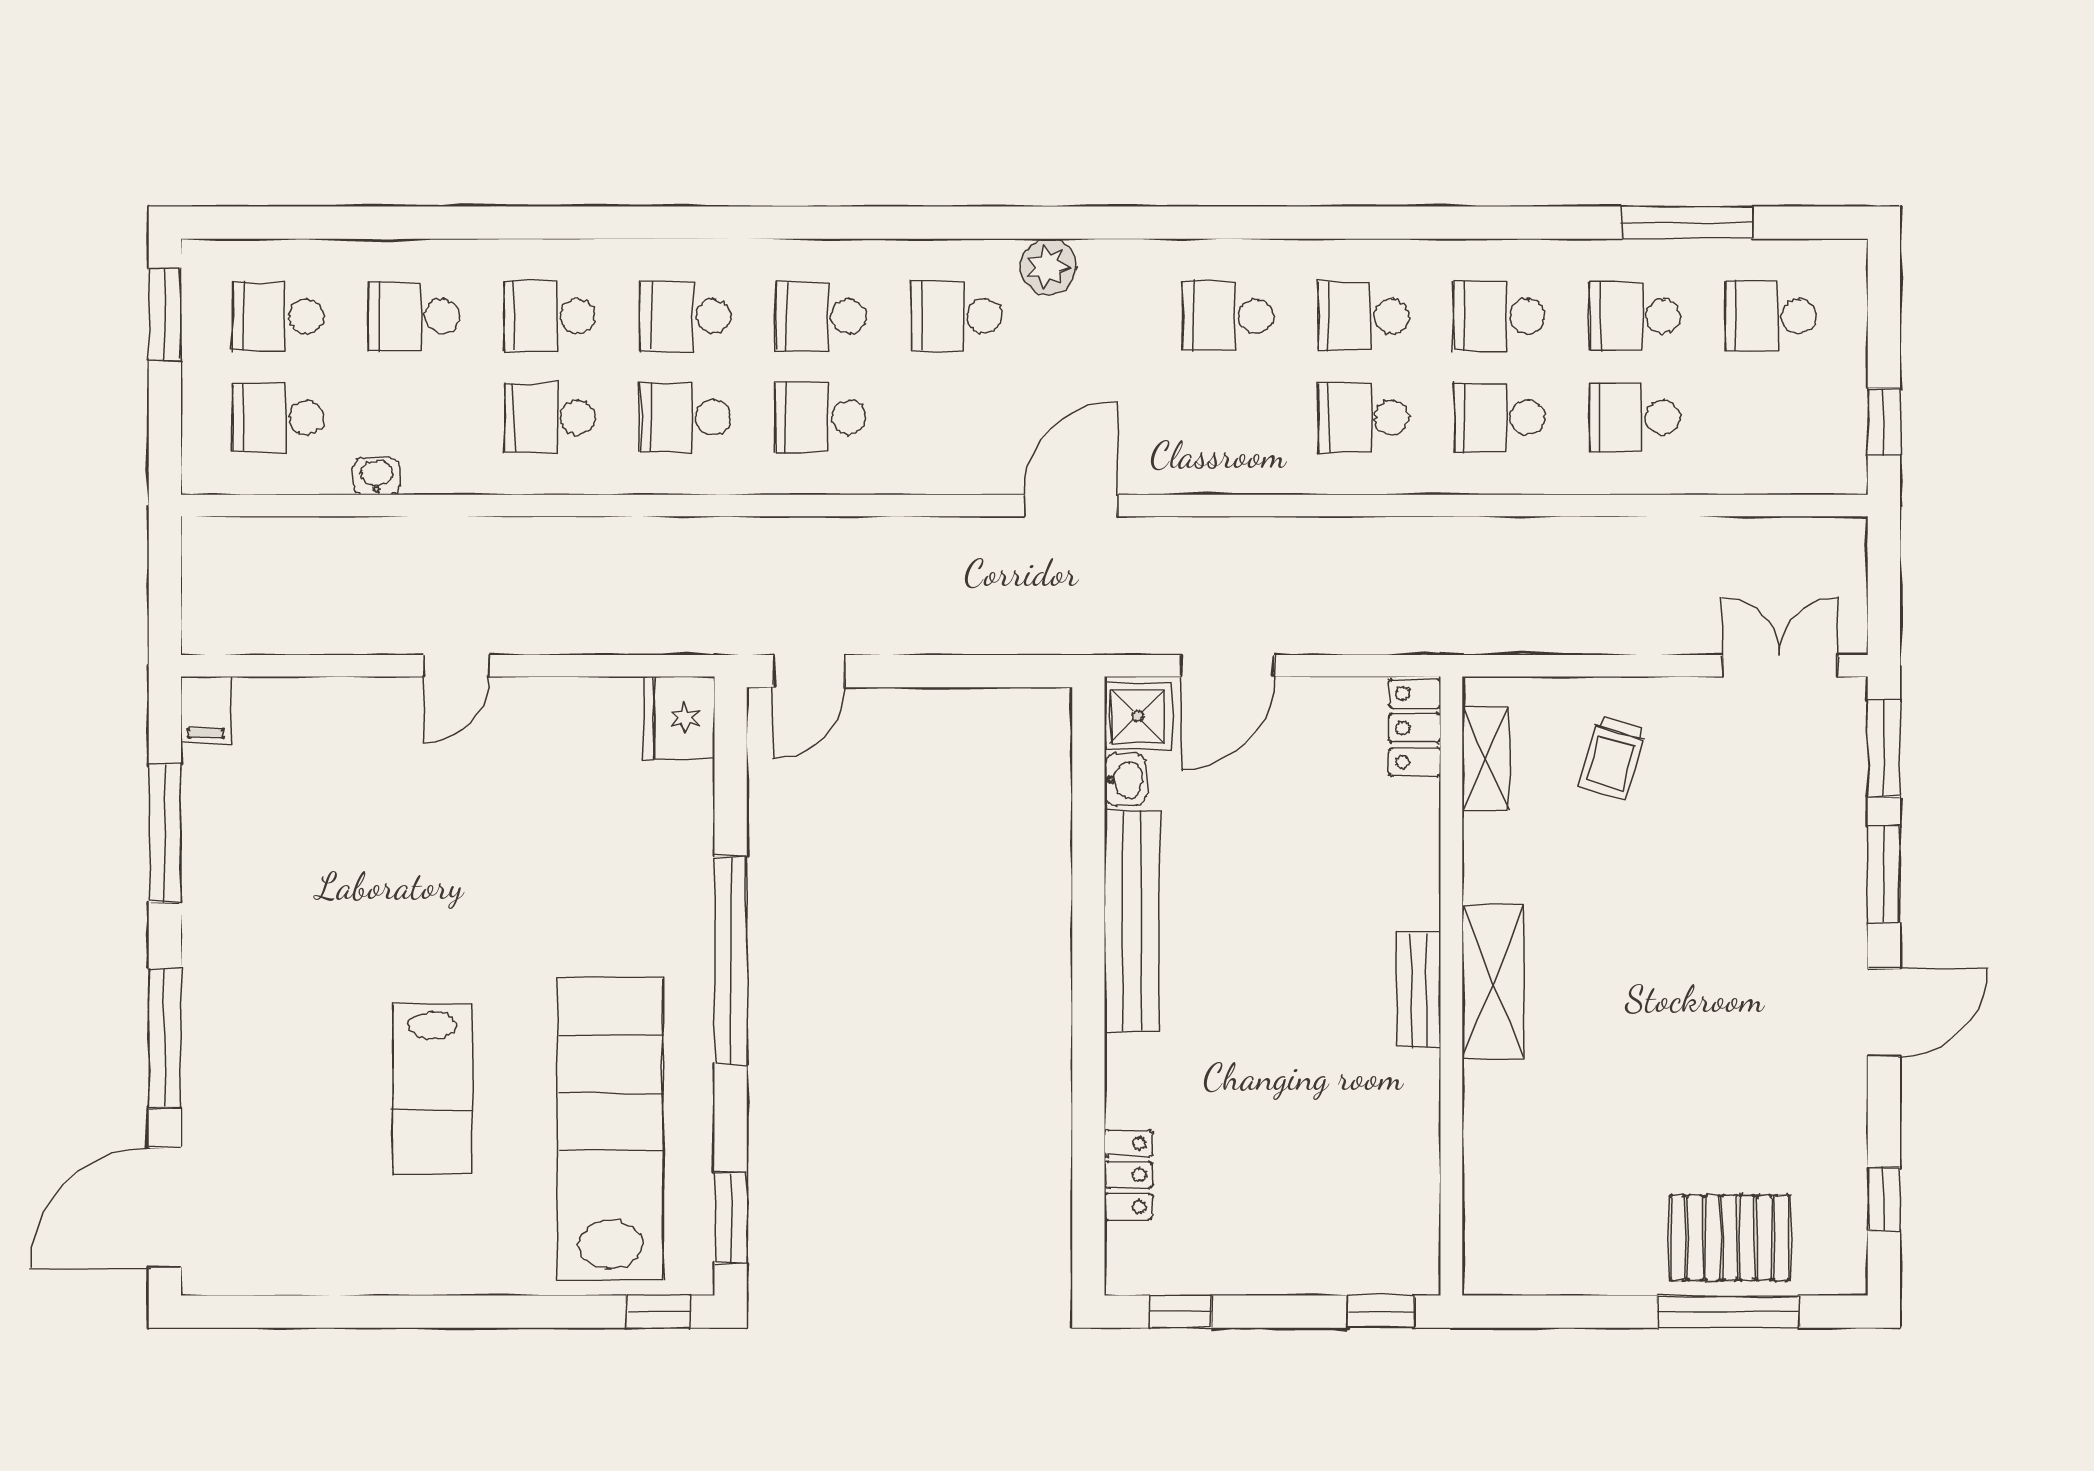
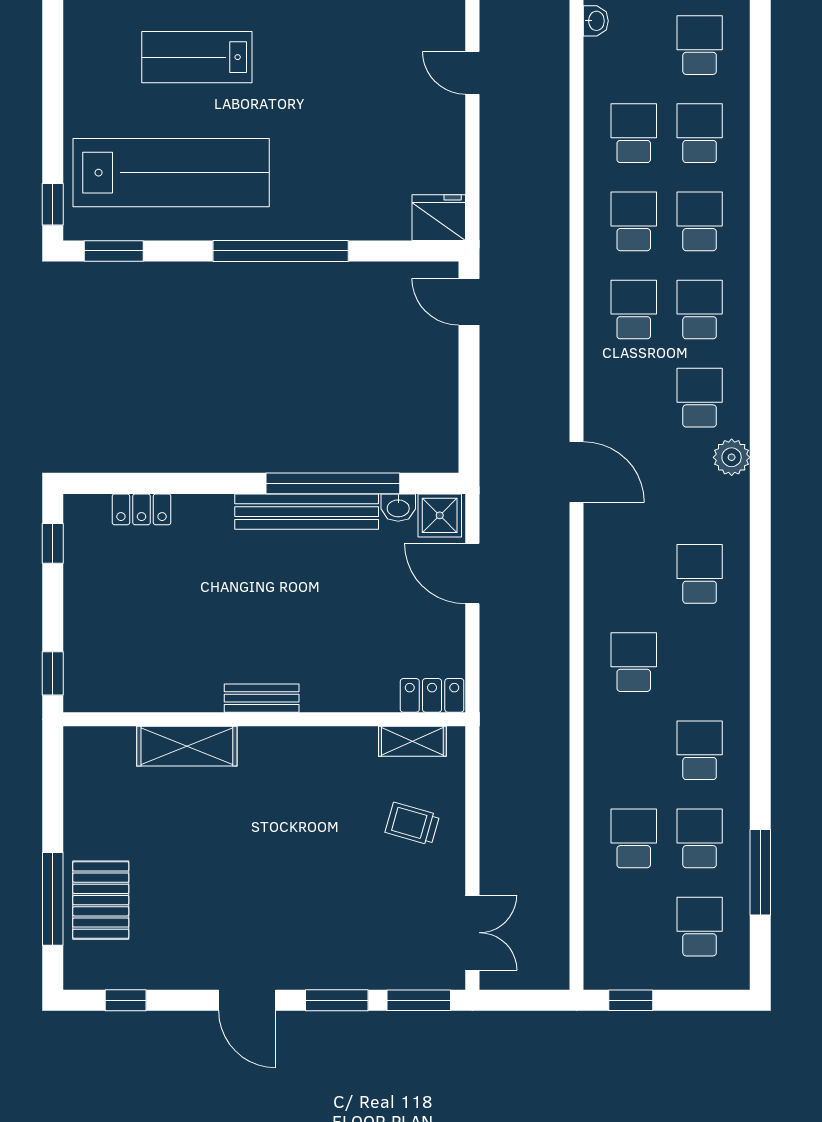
school desk: (1364, 316) -> (700, 662), removed
school desk: (1499, 417) -> (634, 750), removed
window: (1088, 880) -> (333, 483), added
shelving: (1493, 982) -> (187, 746), moved

